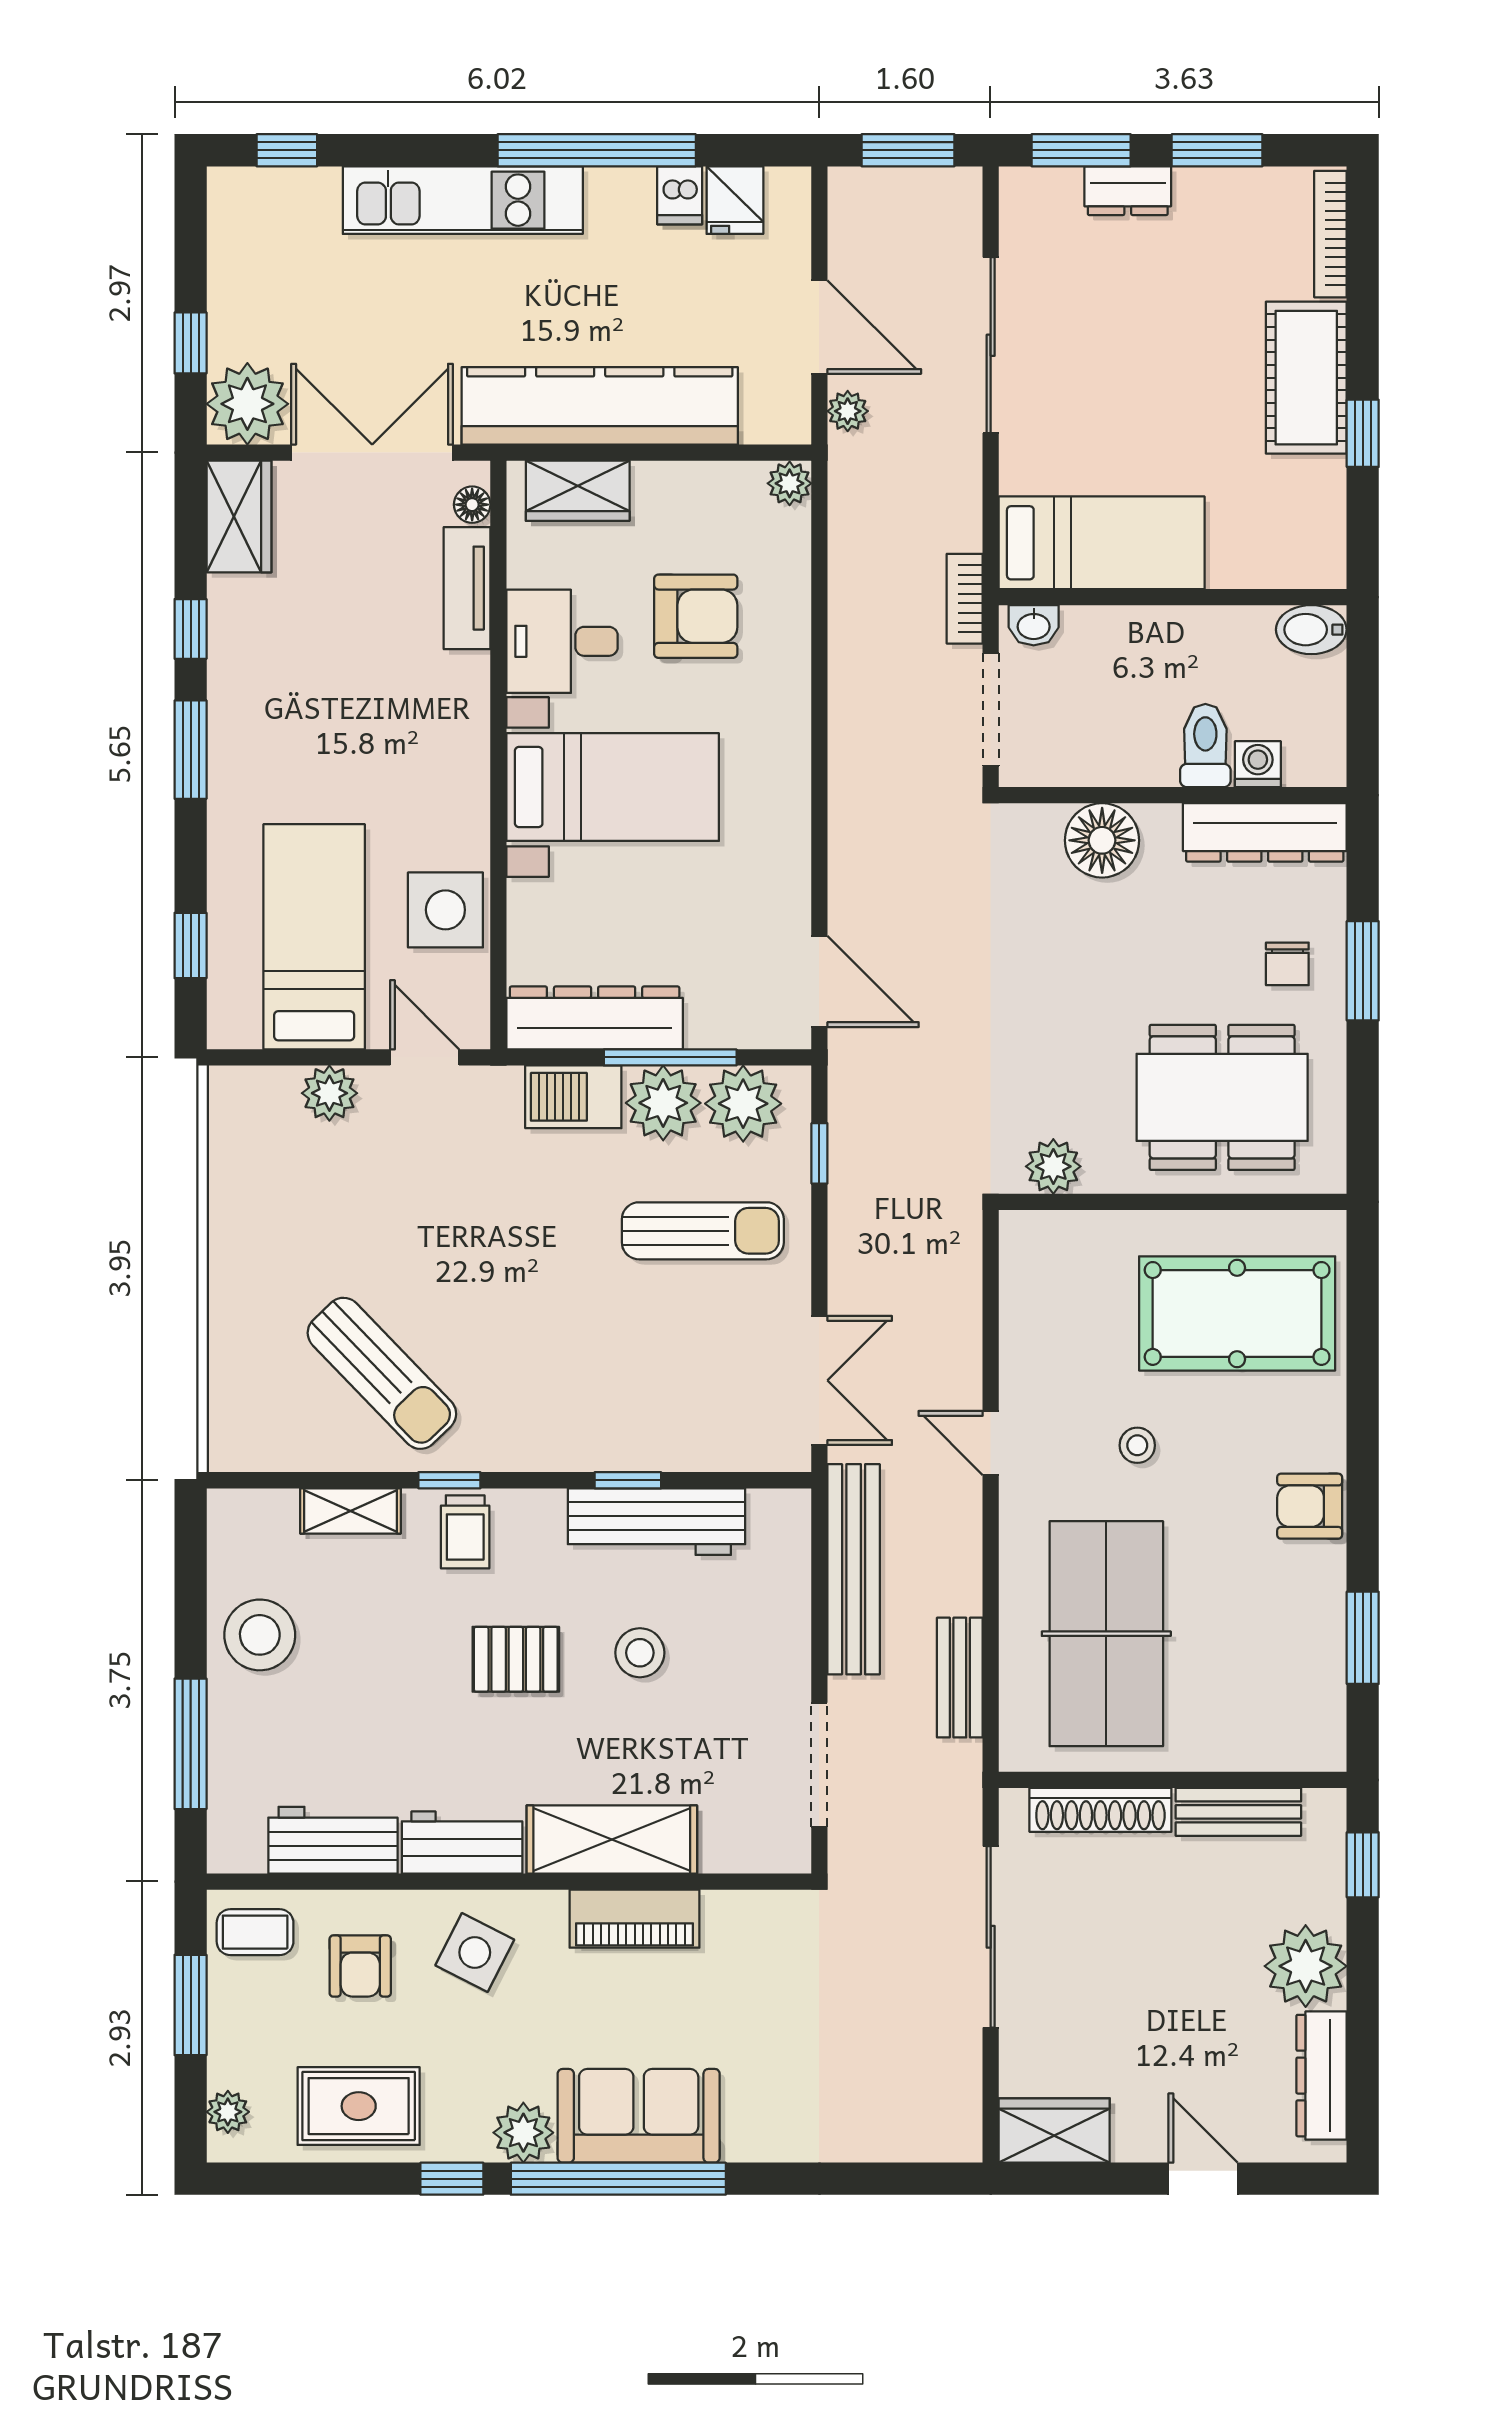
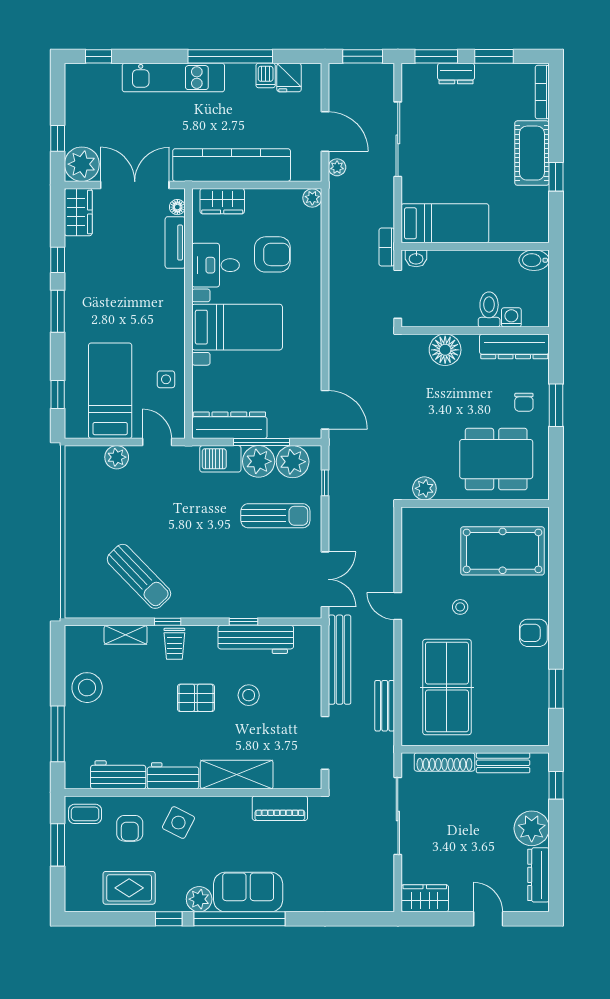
side table: (445, 910) -> (166, 379), width x0.54, depth x0.54
piano: (635, 1919) -> (280, 808), moved
plant: (228, 2112) -> (73, 890), removed

